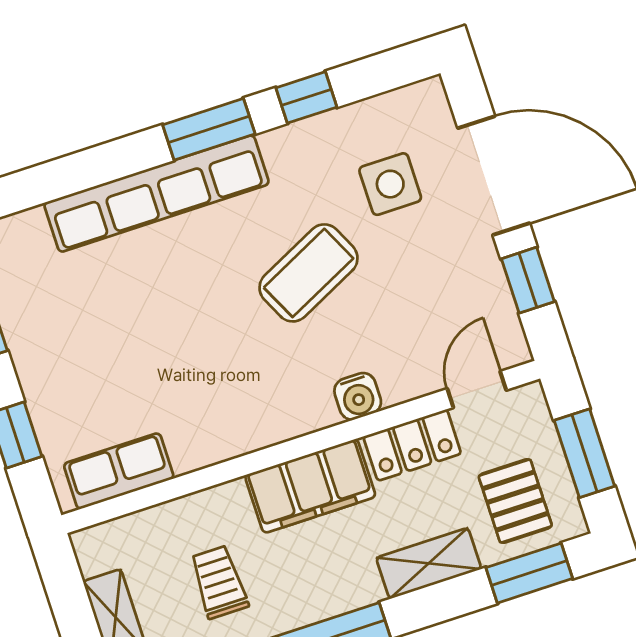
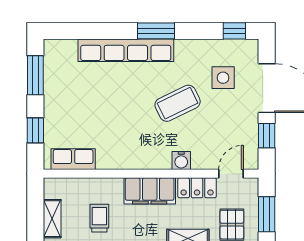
window: (306, 97) -> (234, 31), moved

